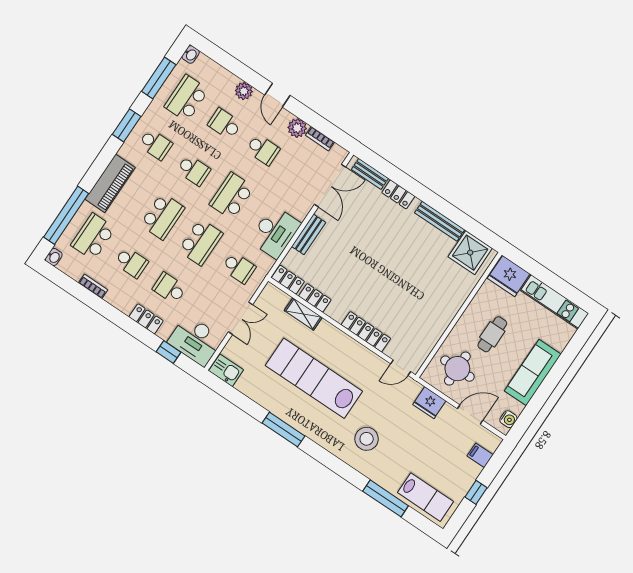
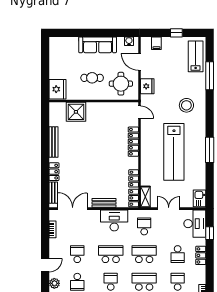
plant: (297, 128) -> (55, 244), removed
school desk: (232, 196) -> (111, 254), turned 180
shower: (470, 253) -> (76, 112), moved
kitchen unit: (555, 302) -> (55, 58), removed
shelving: (303, 314) -> (145, 197), moved

